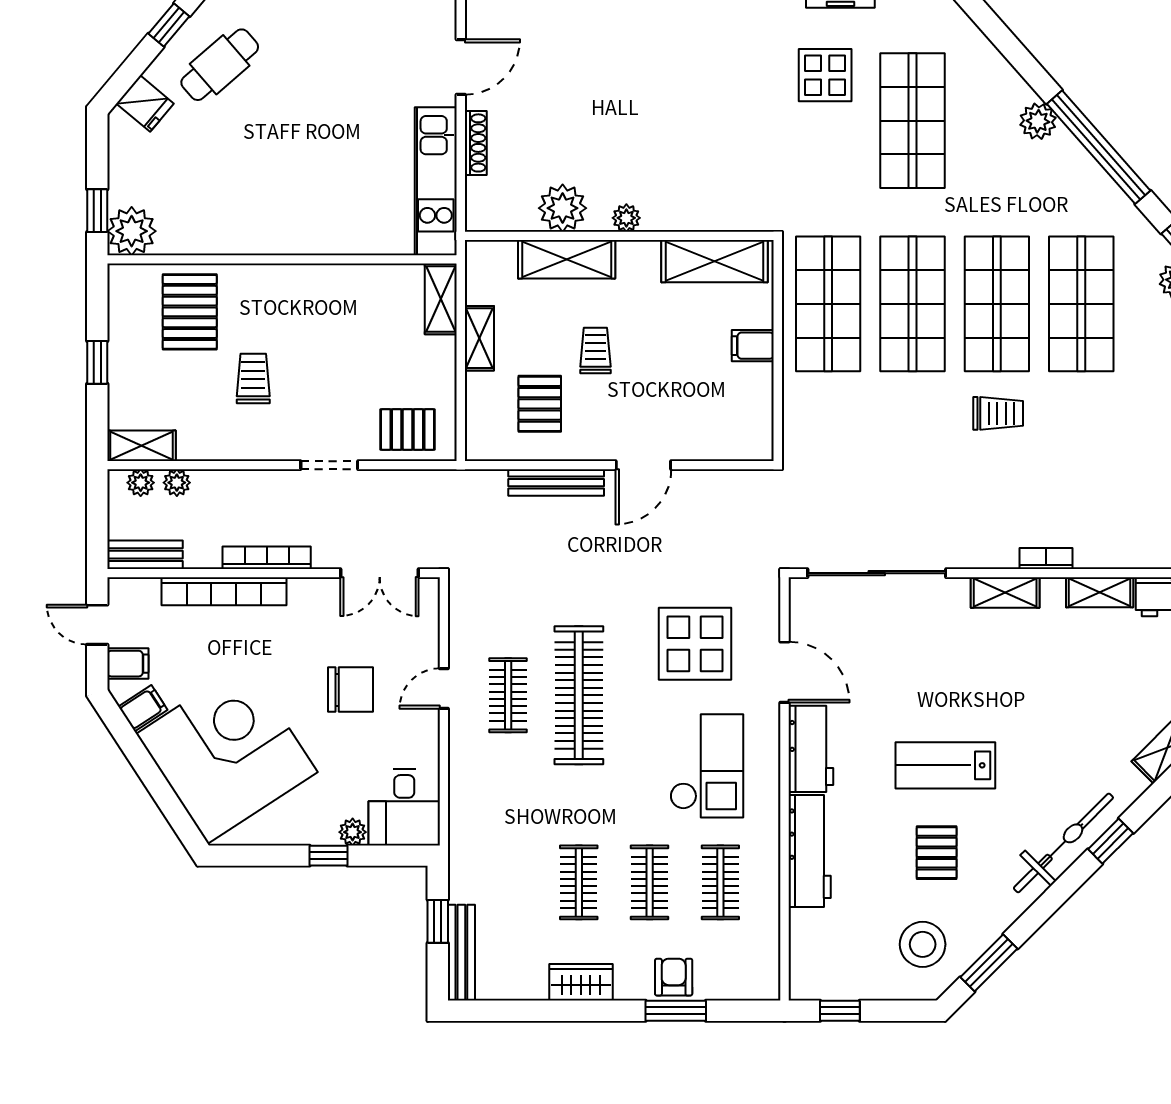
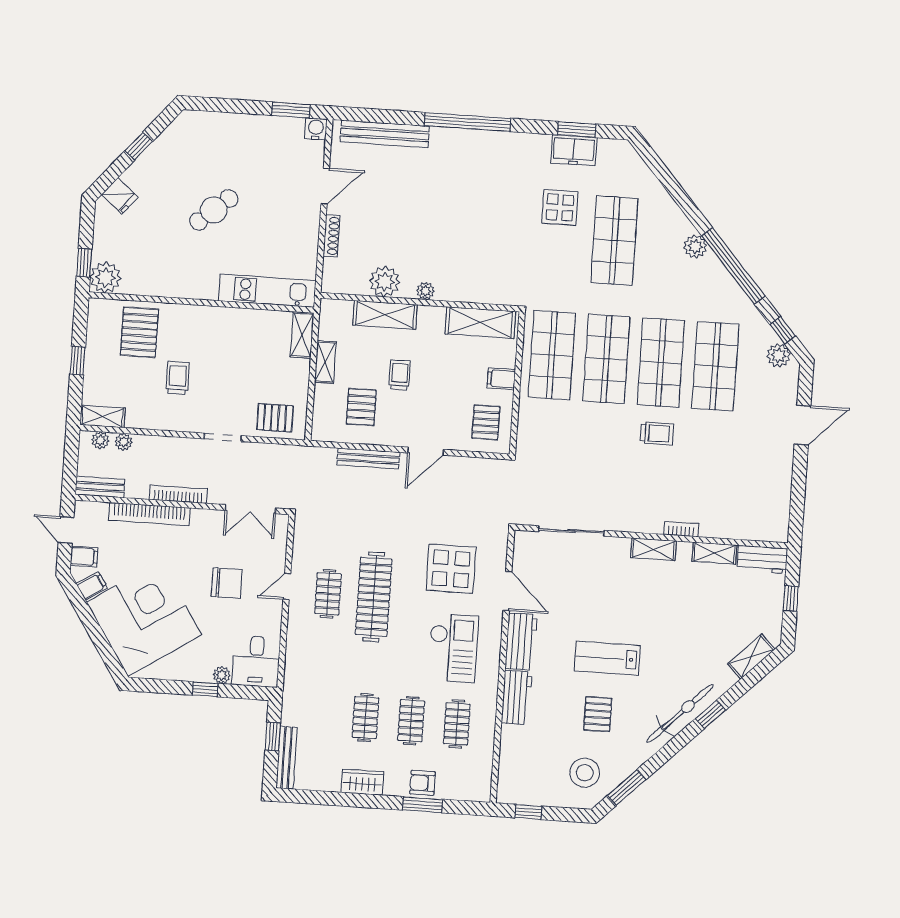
cafe table: (220, 65) -> (214, 210), moved
kitchen unit: (436, 181) -> (267, 291), moved, turned 90
pallet: (733, 415) -> (486, 422), added
sliding door: (877, 573) -> (571, 531), width x0.73
workbench: (810, 851) -> (517, 698), width x0.73
armchair: (674, 977) -> (423, 783), turned -90

